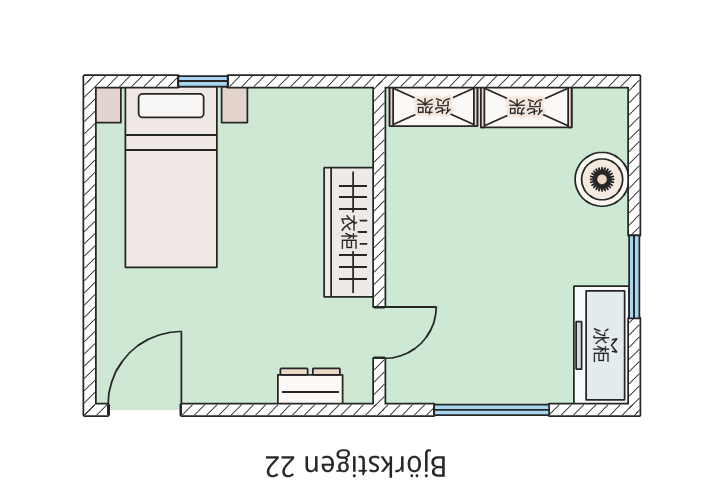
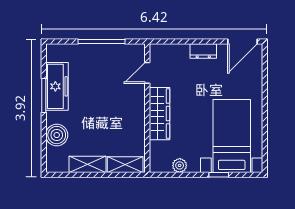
plant: (299, 104) -> (180, 165), added
freezer: (601, 345) -> (57, 86), moved
dresser: (310, 386) -> (203, 51), moved

